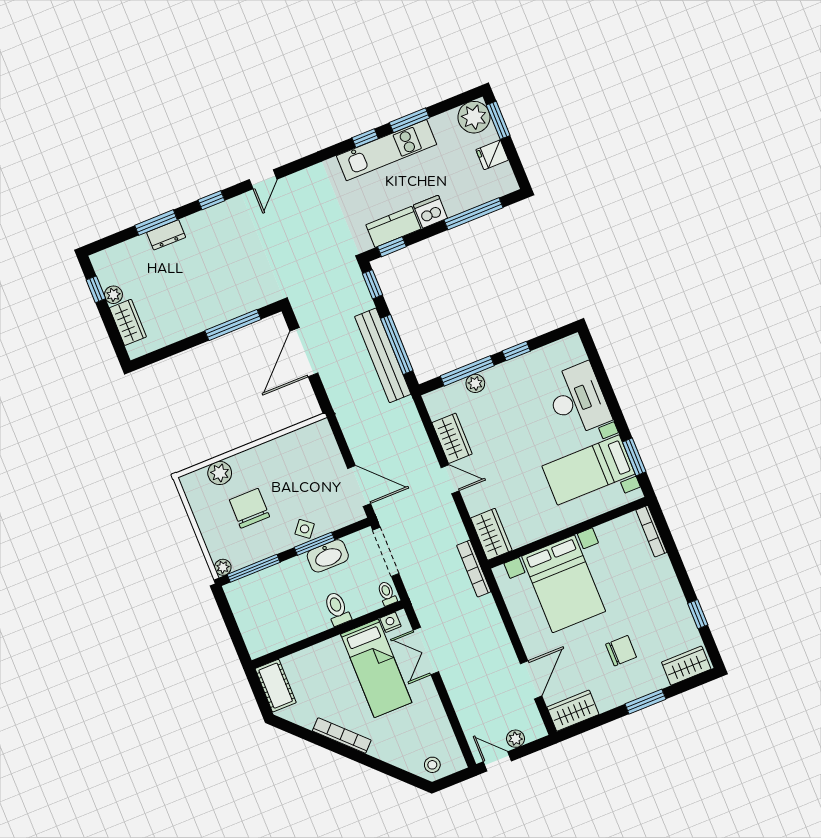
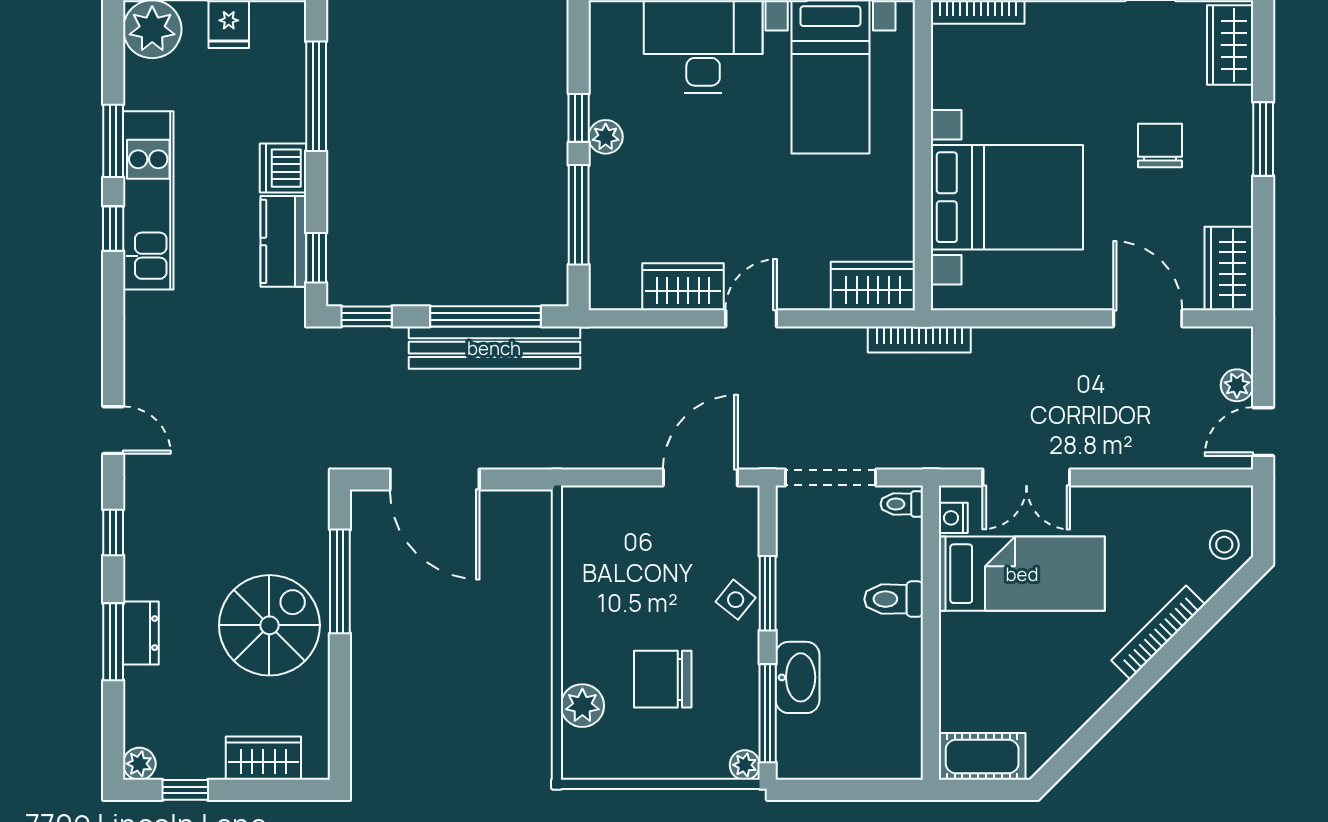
plant: (113, 295) -> (139, 764), moved
spiral stairs: (196, 298) -> (269, 625), added
plant: (475, 383) -> (606, 137), moved
washbasin: (328, 556) -> (798, 677), moved
bookcase: (342, 736) -> (1158, 632), moved

